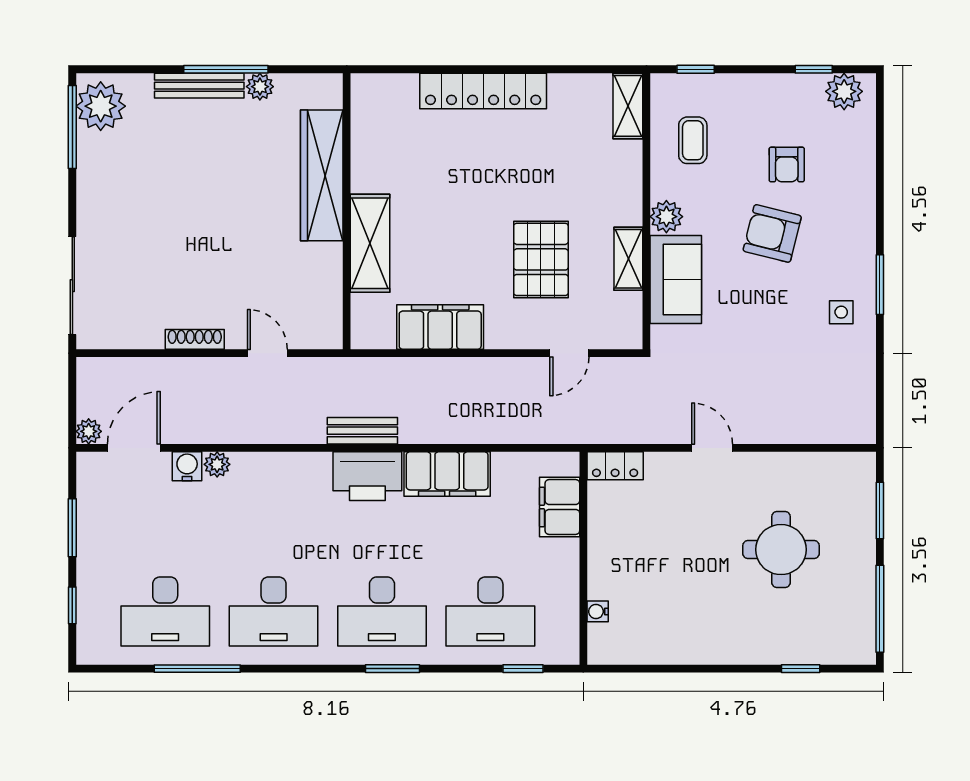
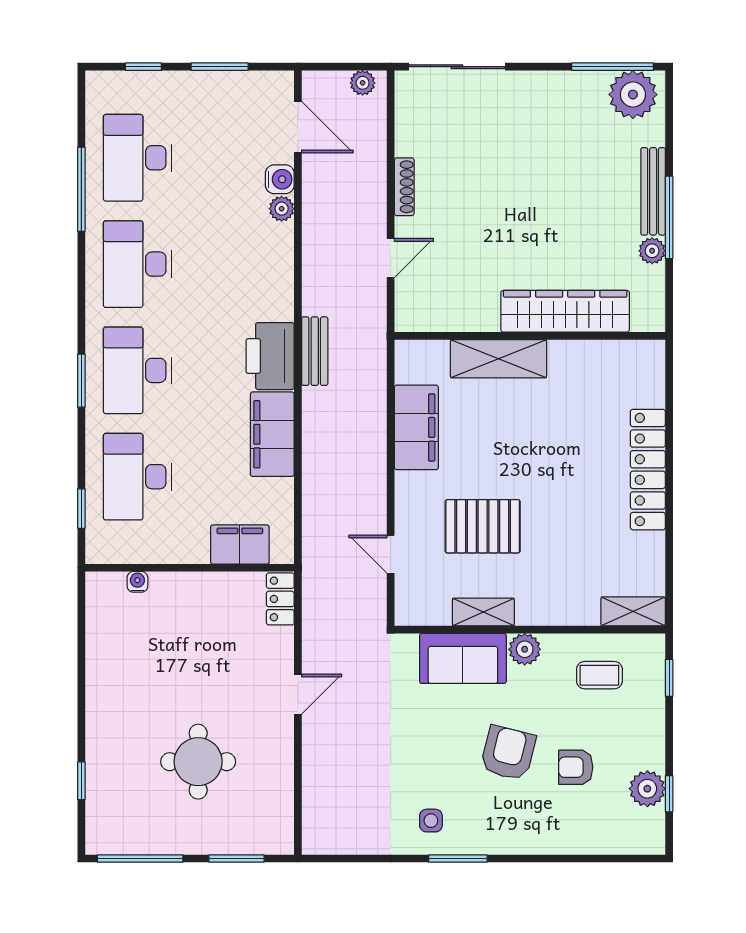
plant: (844, 91) -> (647, 789), moved
plant: (89, 431) -> (363, 83), moved

